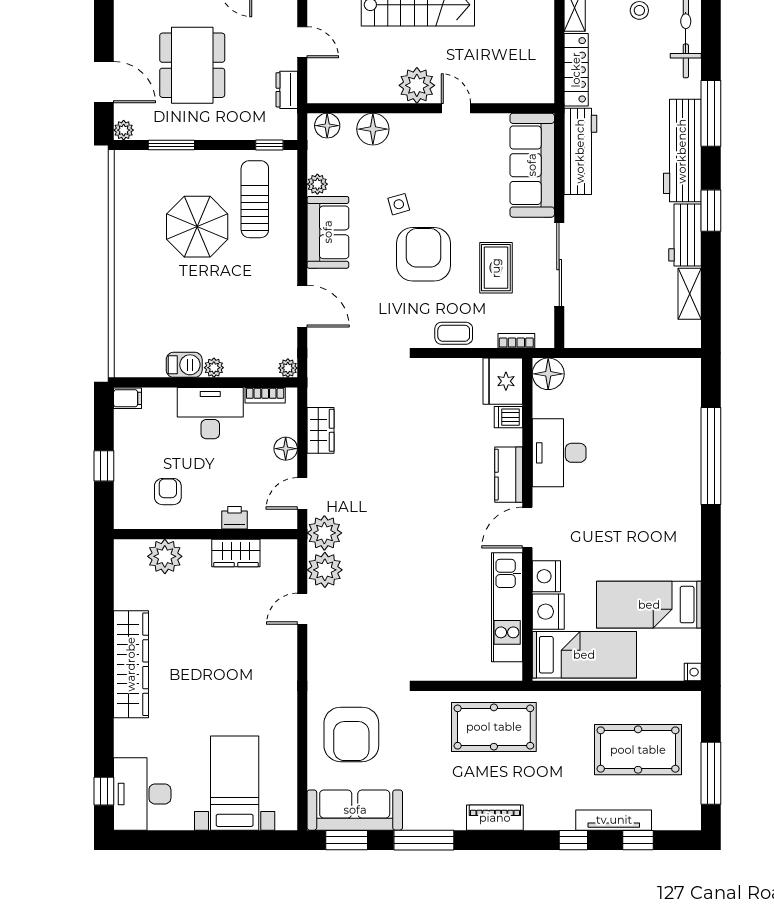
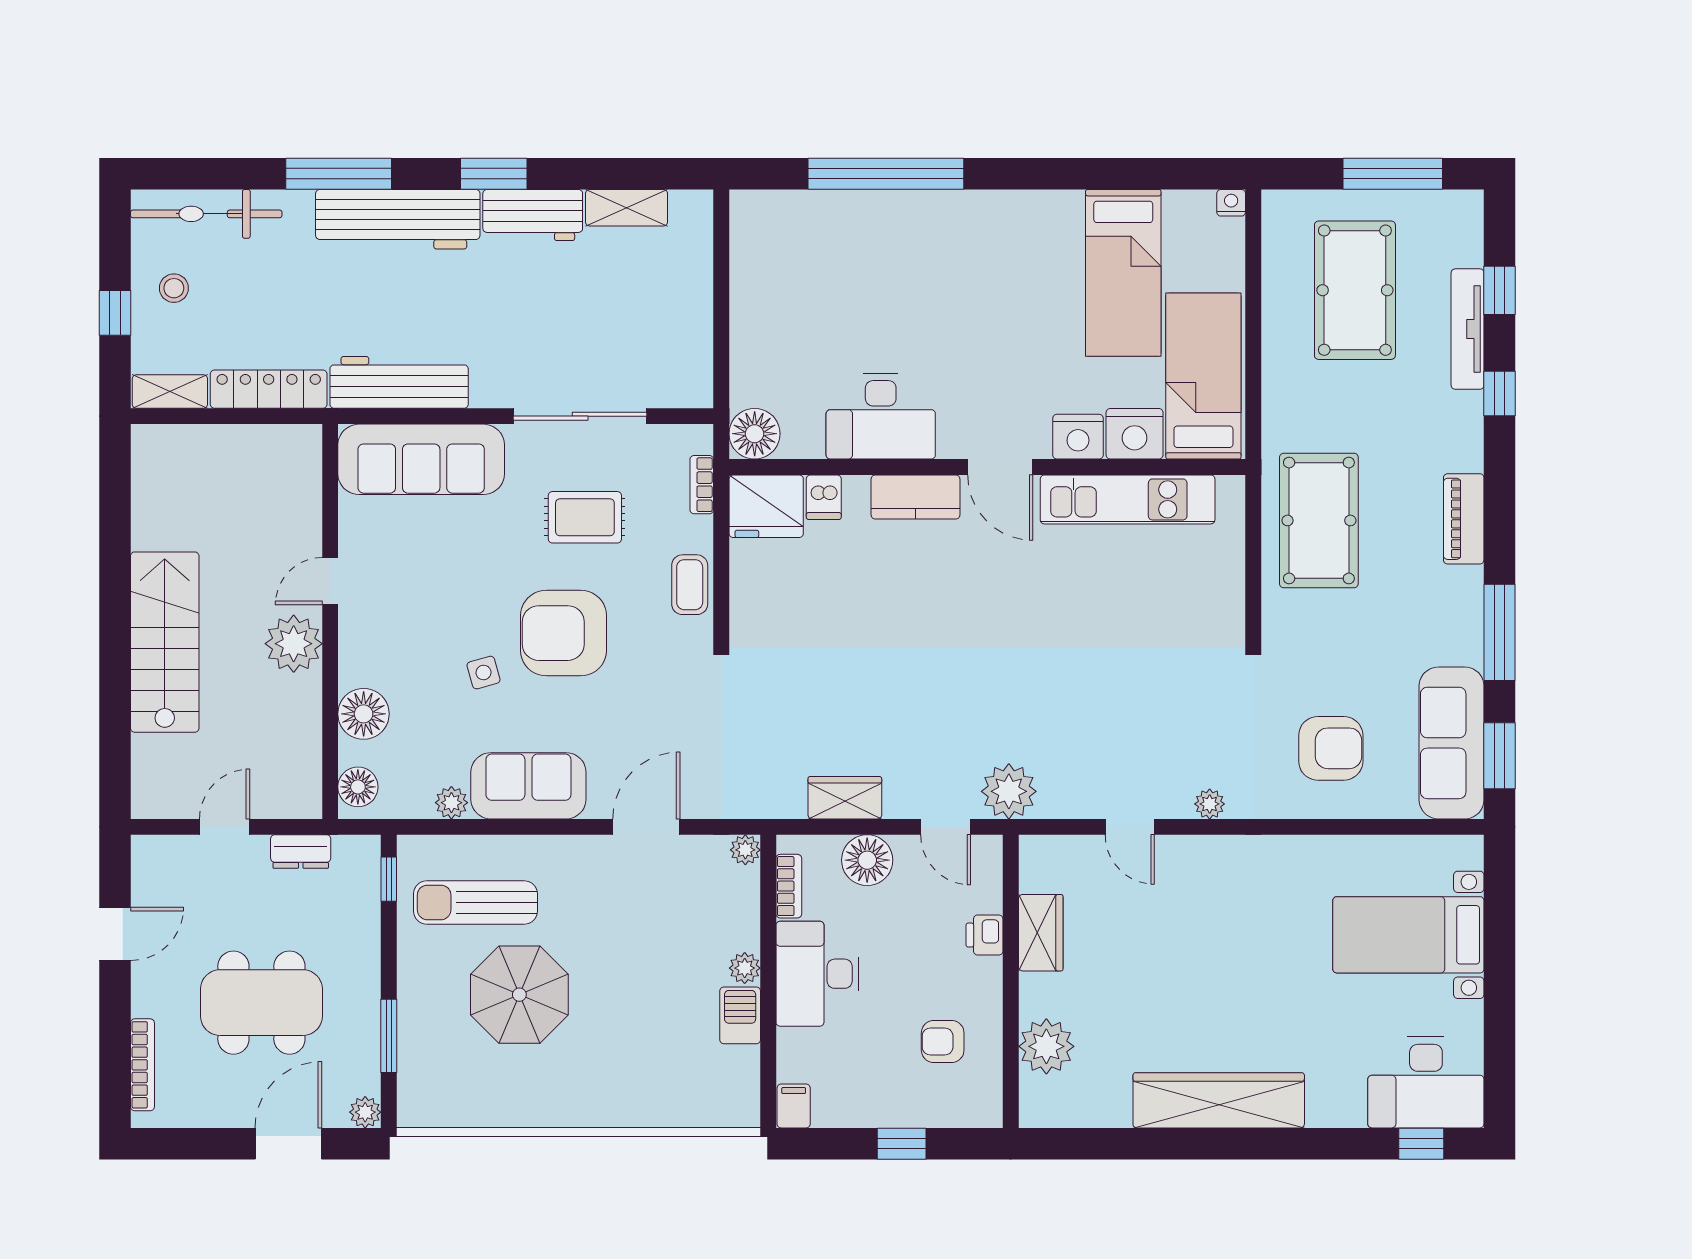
floor lamp: (286, 449) -> (867, 860), width x1.38, depth x1.38
plant: (325, 570) -> (1210, 804), moved, width x0.53, depth x0.53
armchair: (351, 734) -> (1331, 748), width x0.73, depth x0.73

